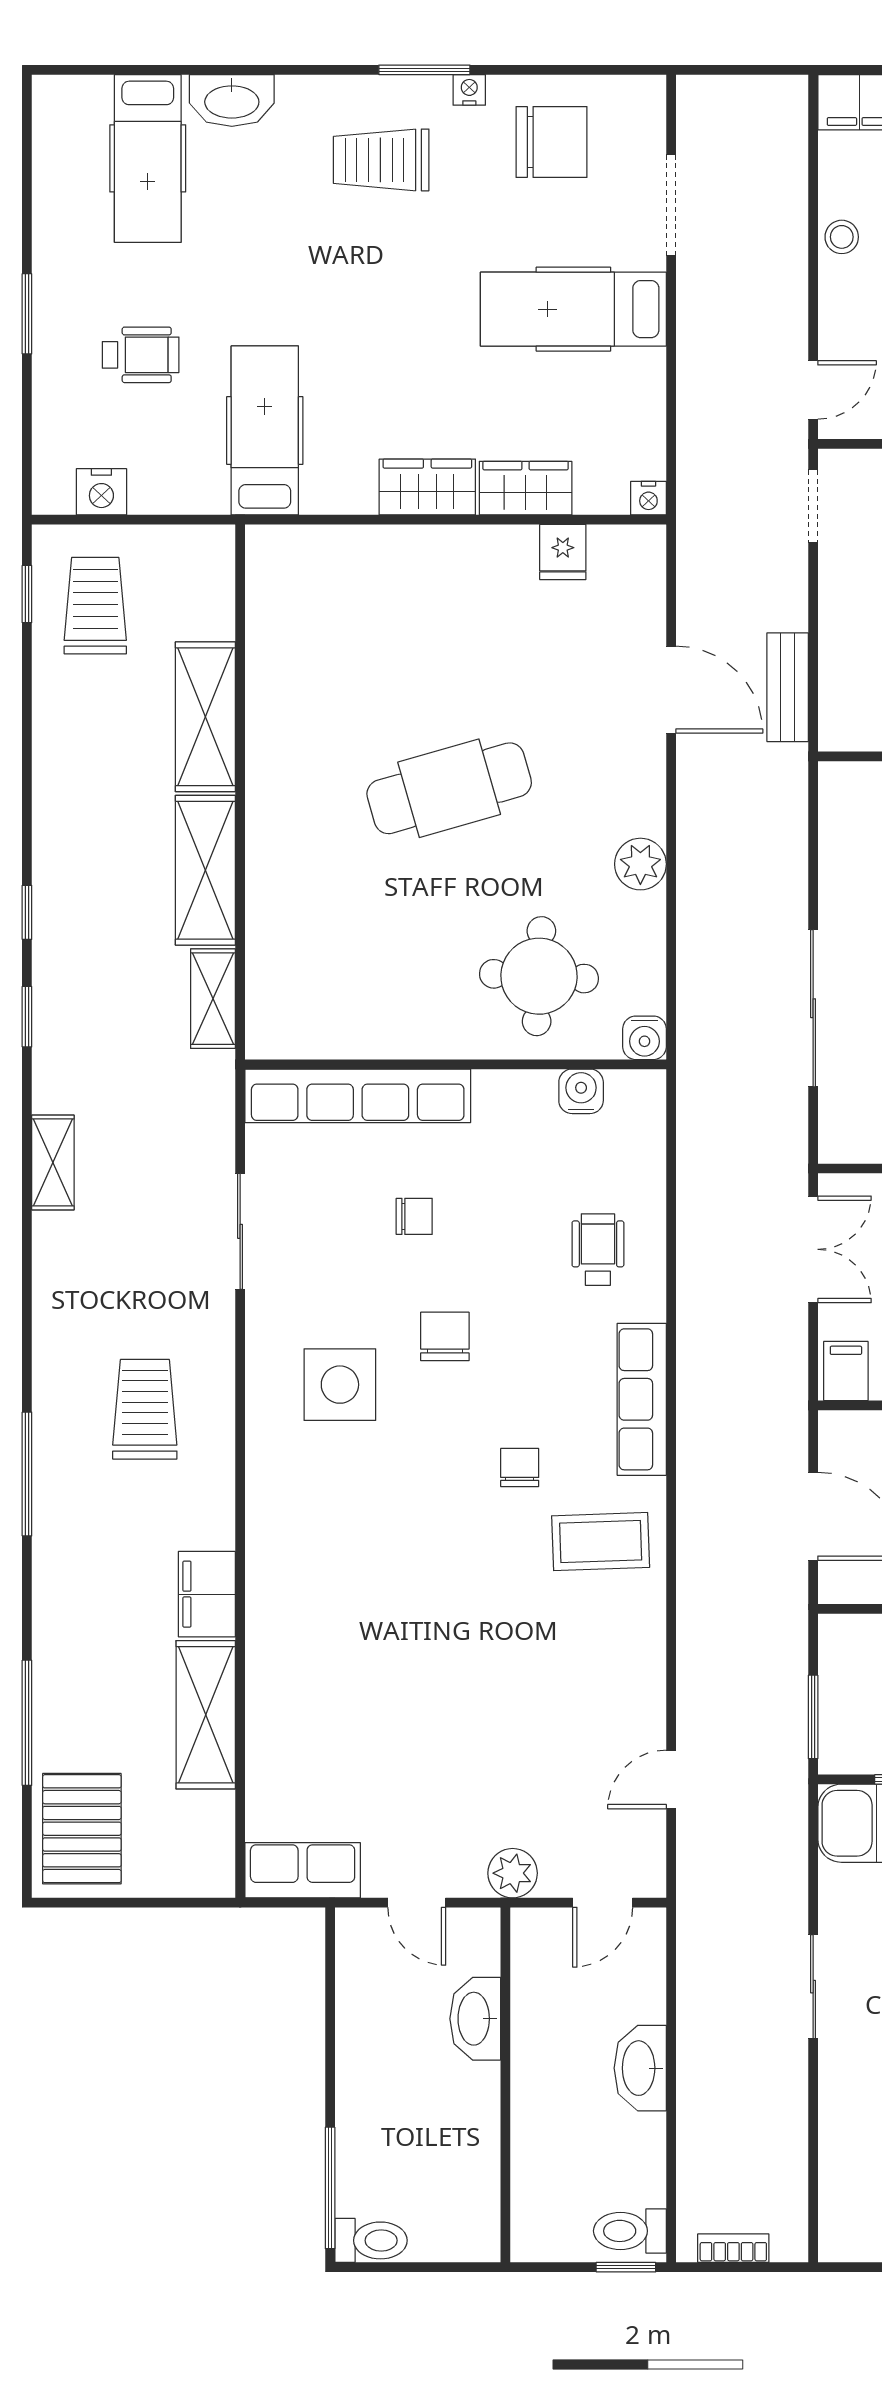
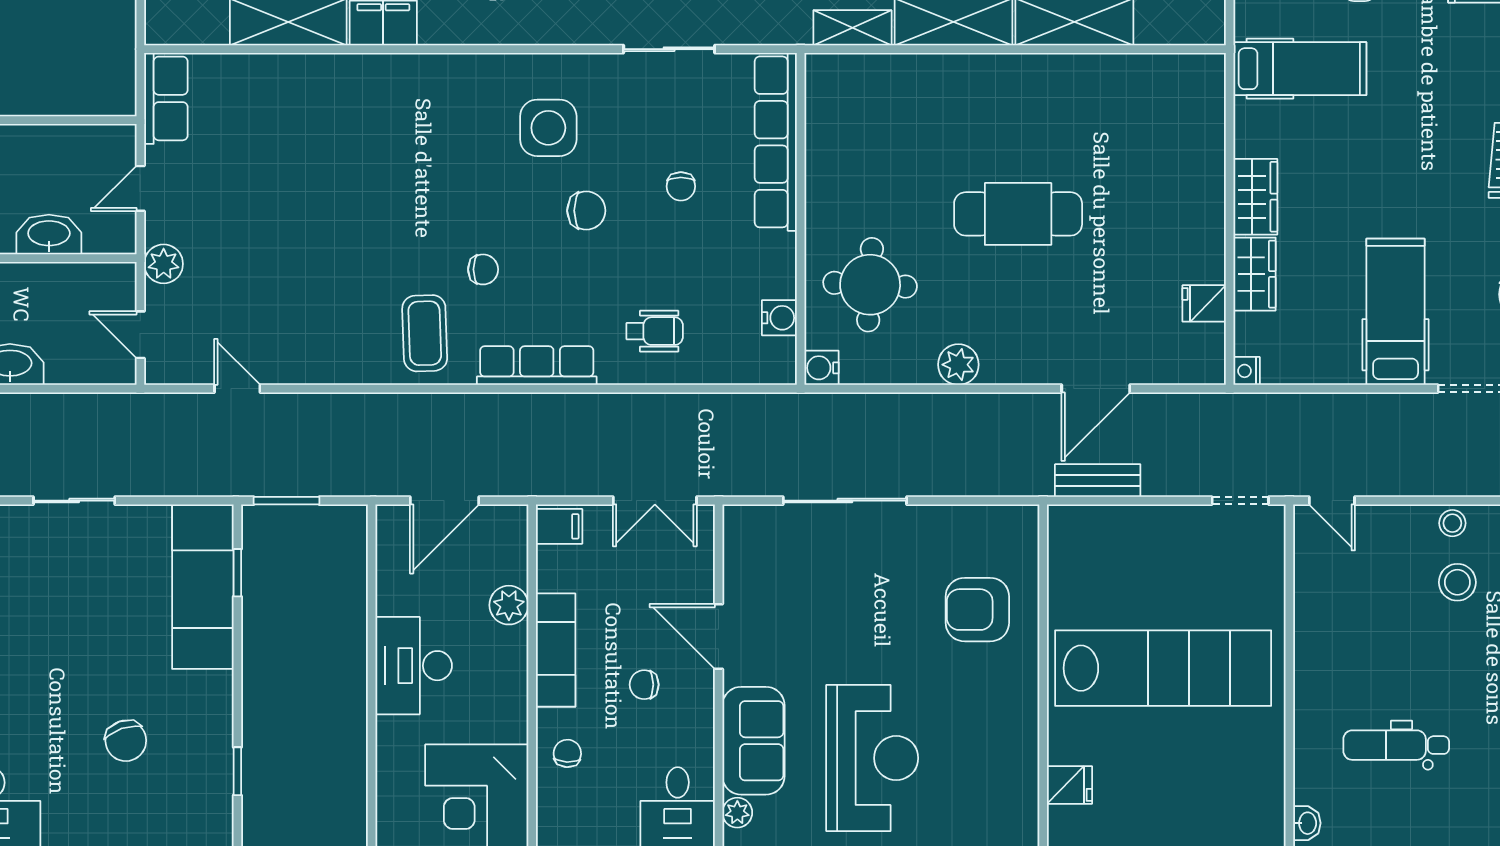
cafe table: (449, 788) -> (1018, 214), turned -74

